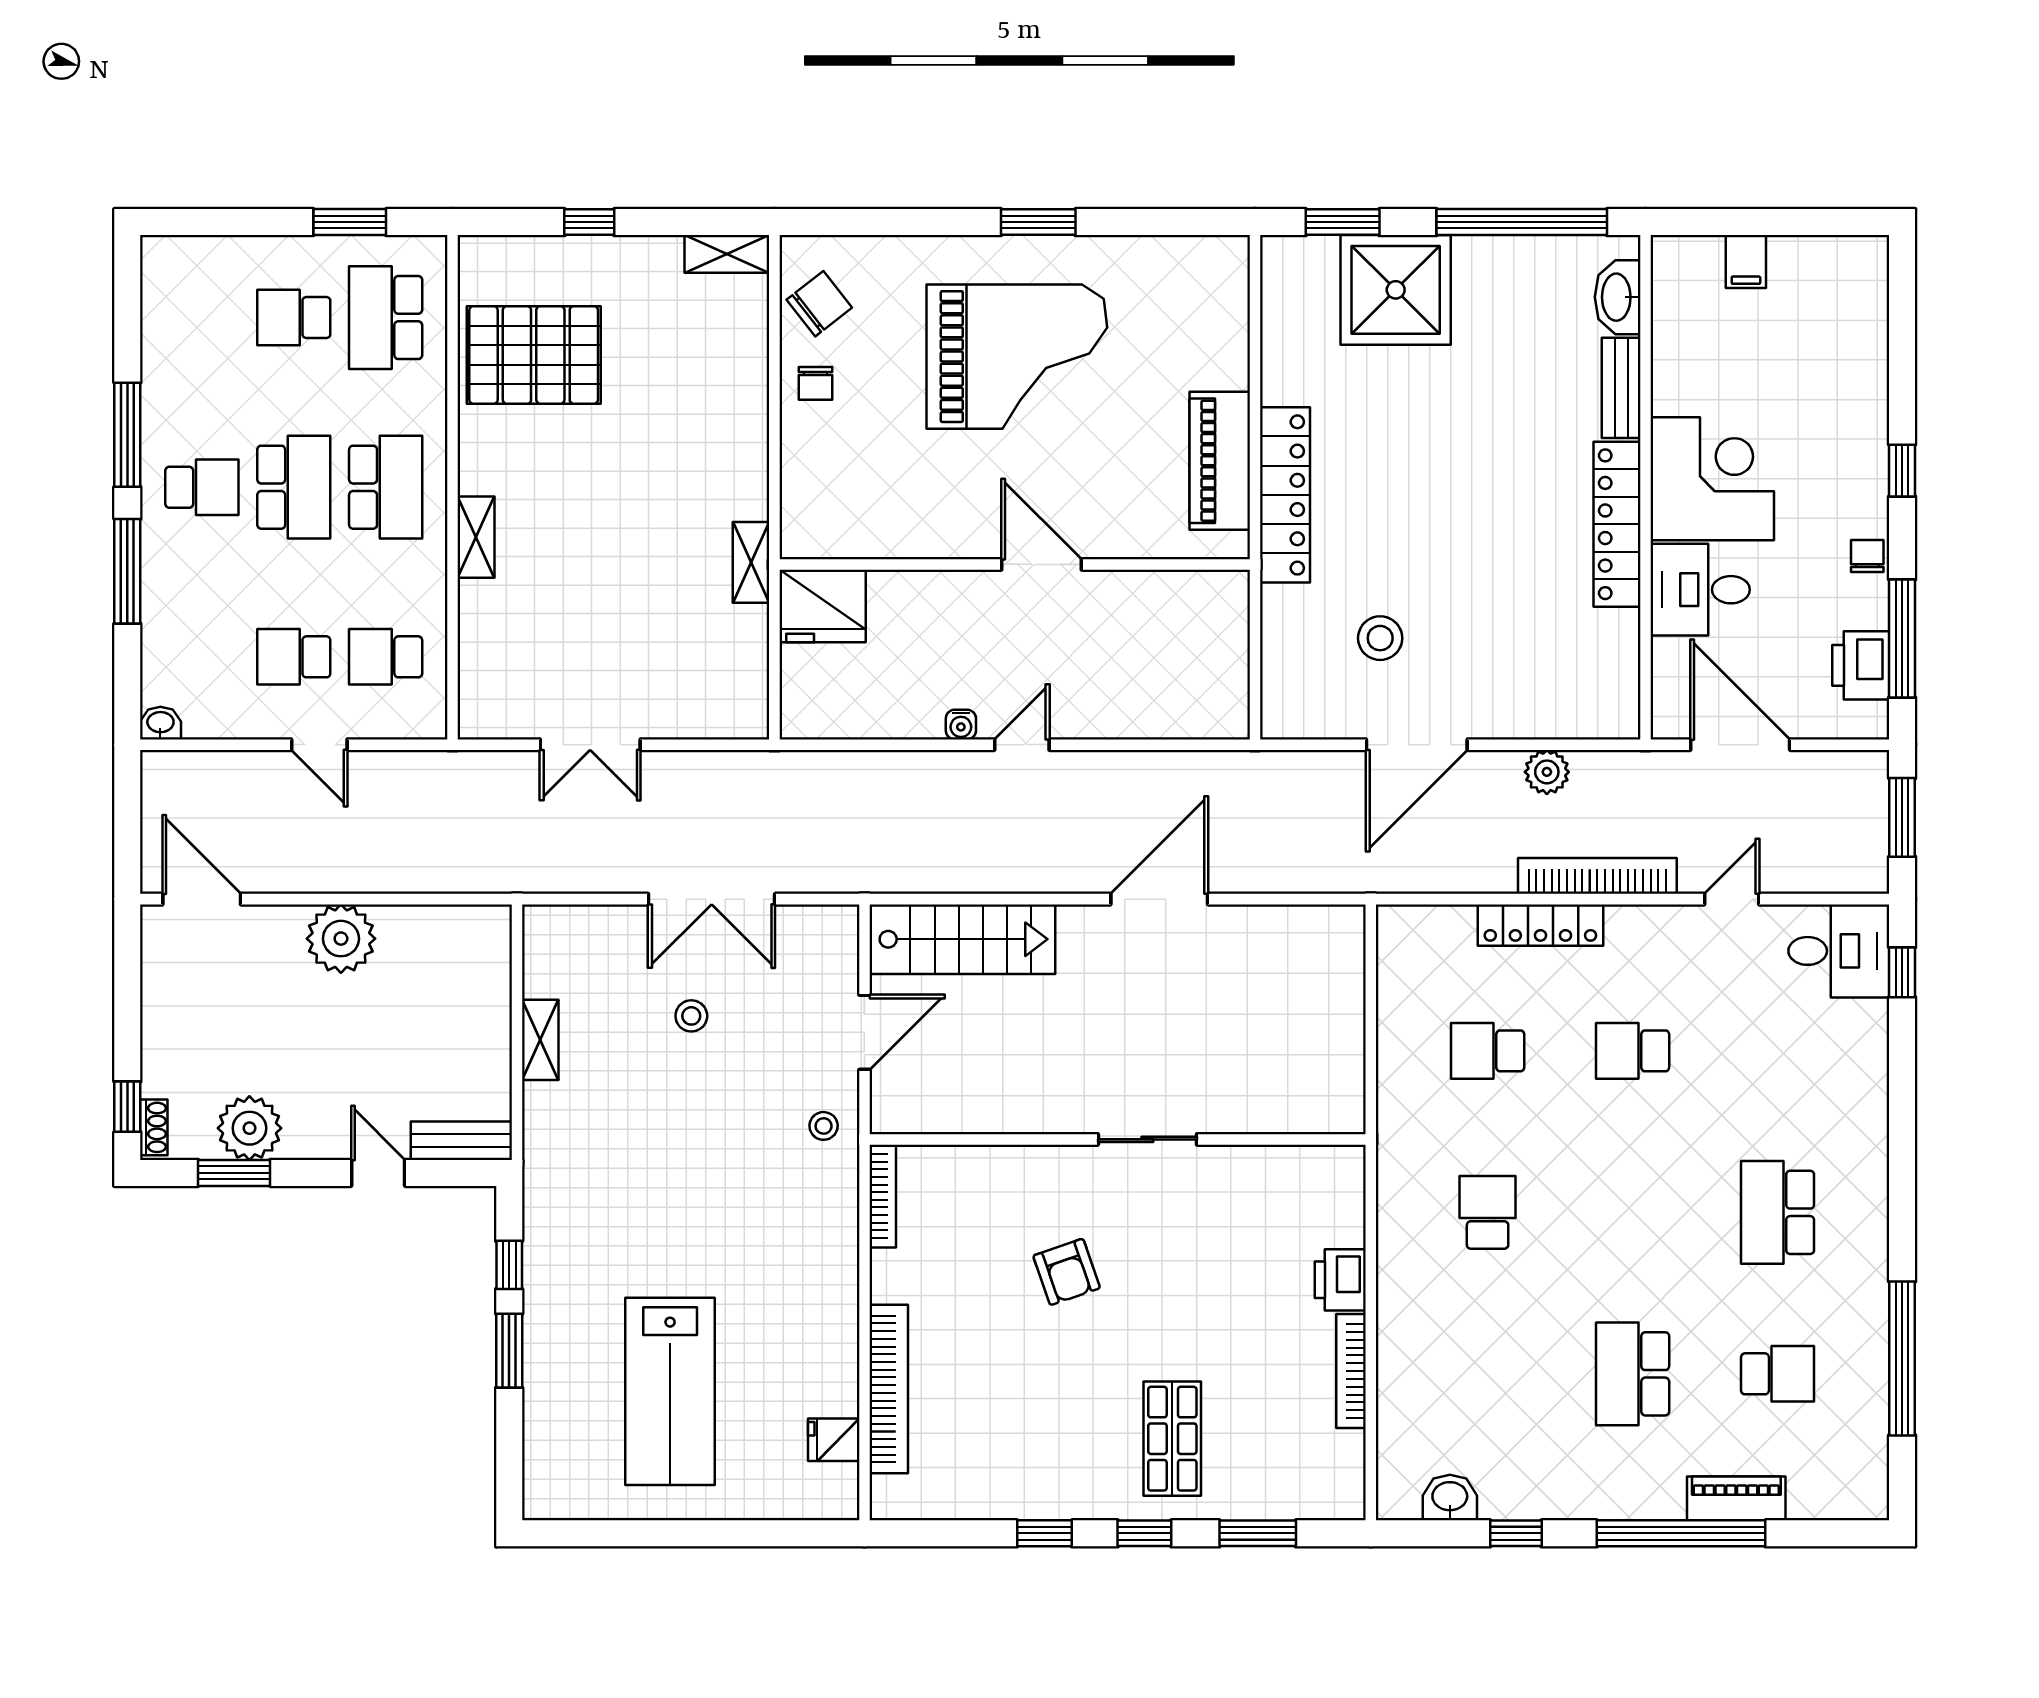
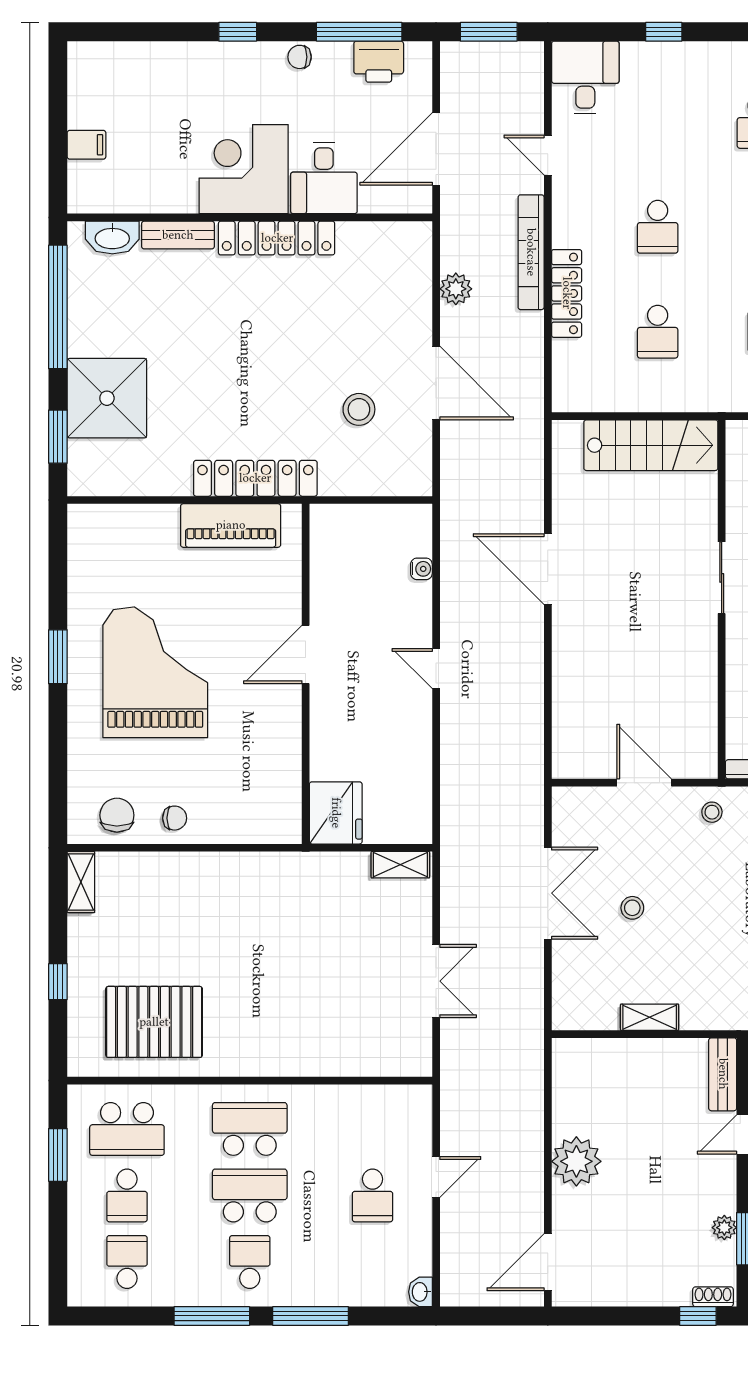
chair: (819, 304) -> (117, 815), turned 38
pallet: (534, 355) -> (154, 1022), turned 90
shelving: (476, 537) -> (286, 1064), removed
shelving: (751, 562) -> (400, 865), moved
school desk: (386, 657) -> (127, 1262), moved, turned 180
water cooler: (961, 725) -> (421, 569), moved
stairs: (962, 939) -> (651, 445), moved, turned 90
window: (1902, 972) -> (664, 32), moved
plant: (249, 1128) -> (724, 1228), width x0.53, depth x0.53

